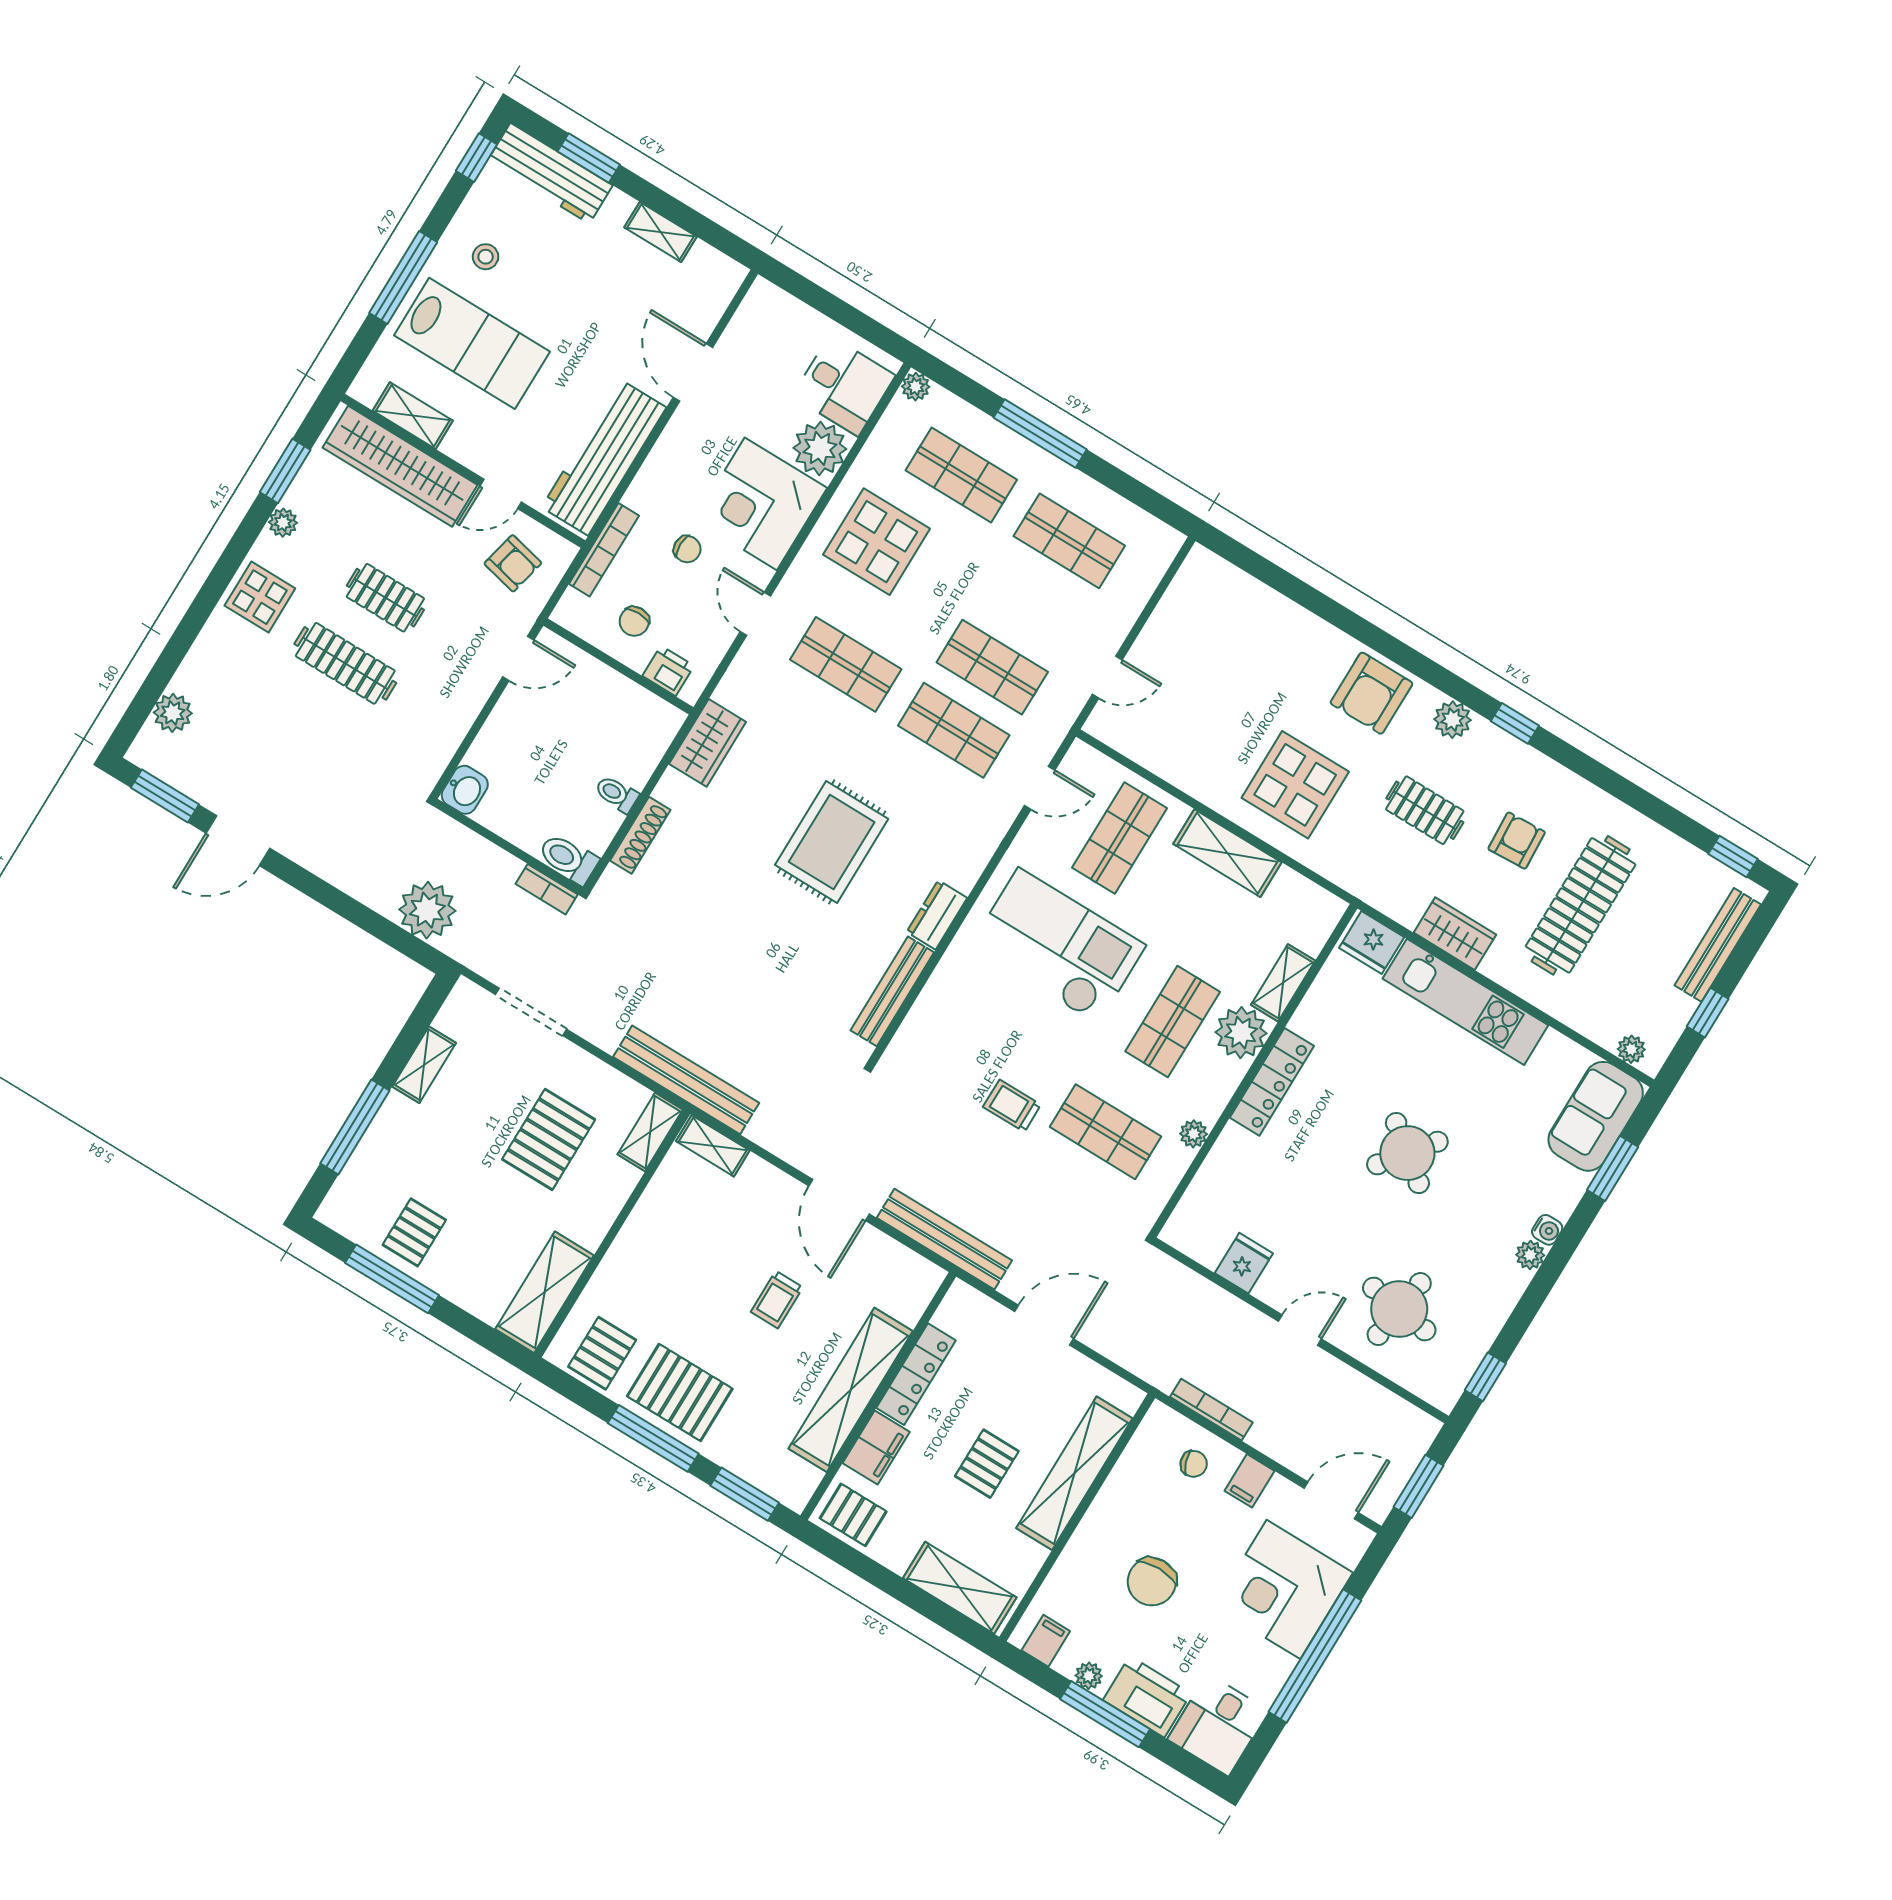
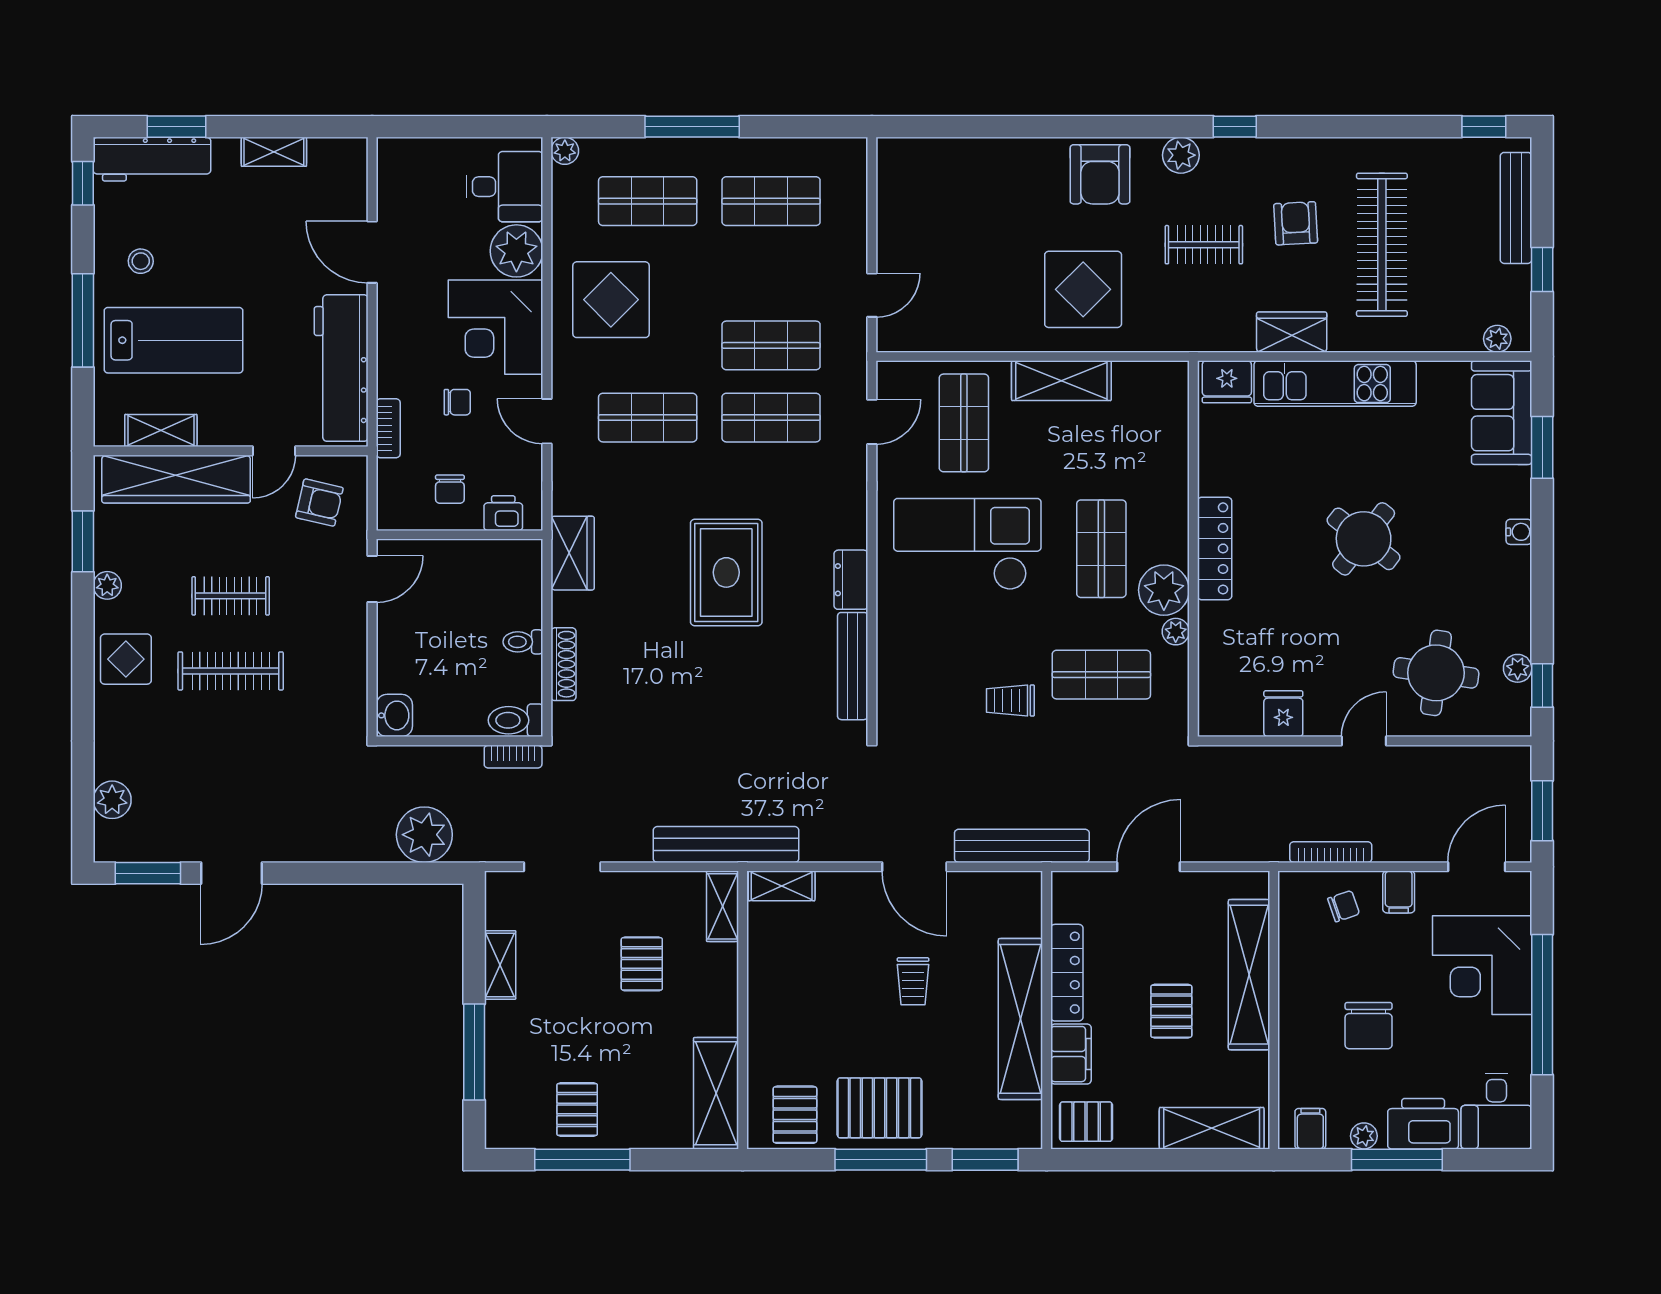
bookcase: (604, 550) -> (388, 428), width x0.64
shelving: (1283, 983) -> (1174, 460), removed
plant: (1241, 1033) -> (1164, 590), moved
pallet: (549, 1139) -> (642, 964), width x0.67, depth x0.71
plant: (1530, 1255) -> (1518, 668), moved

